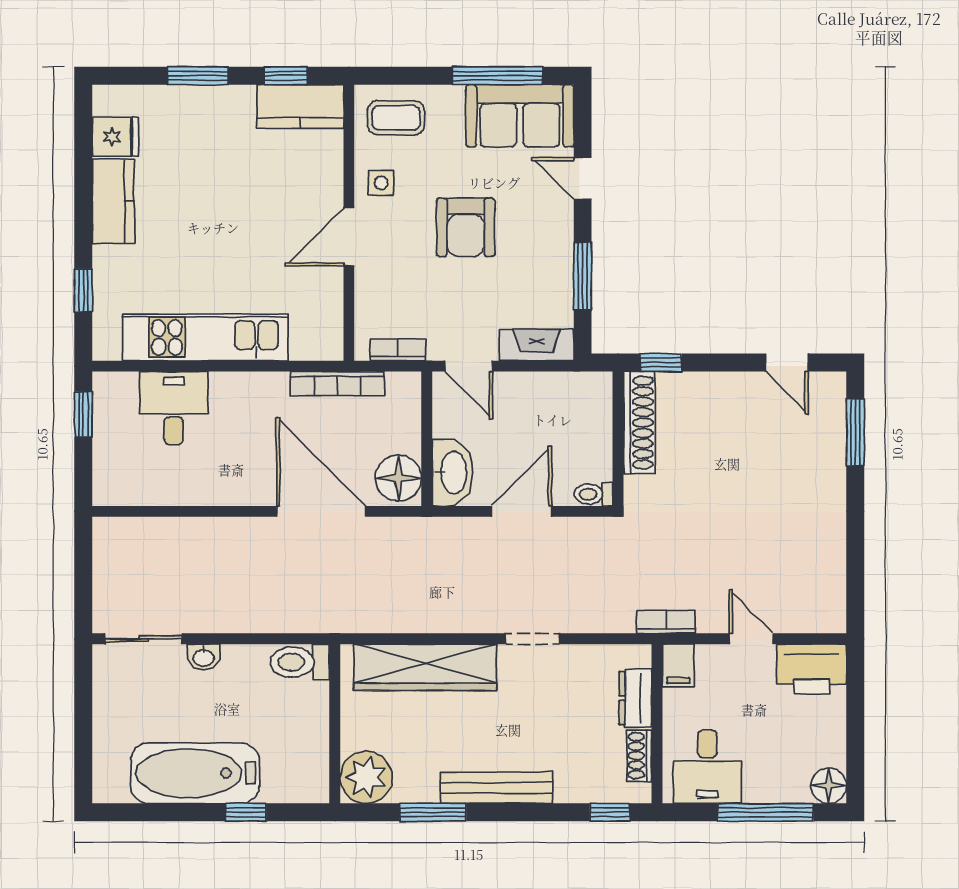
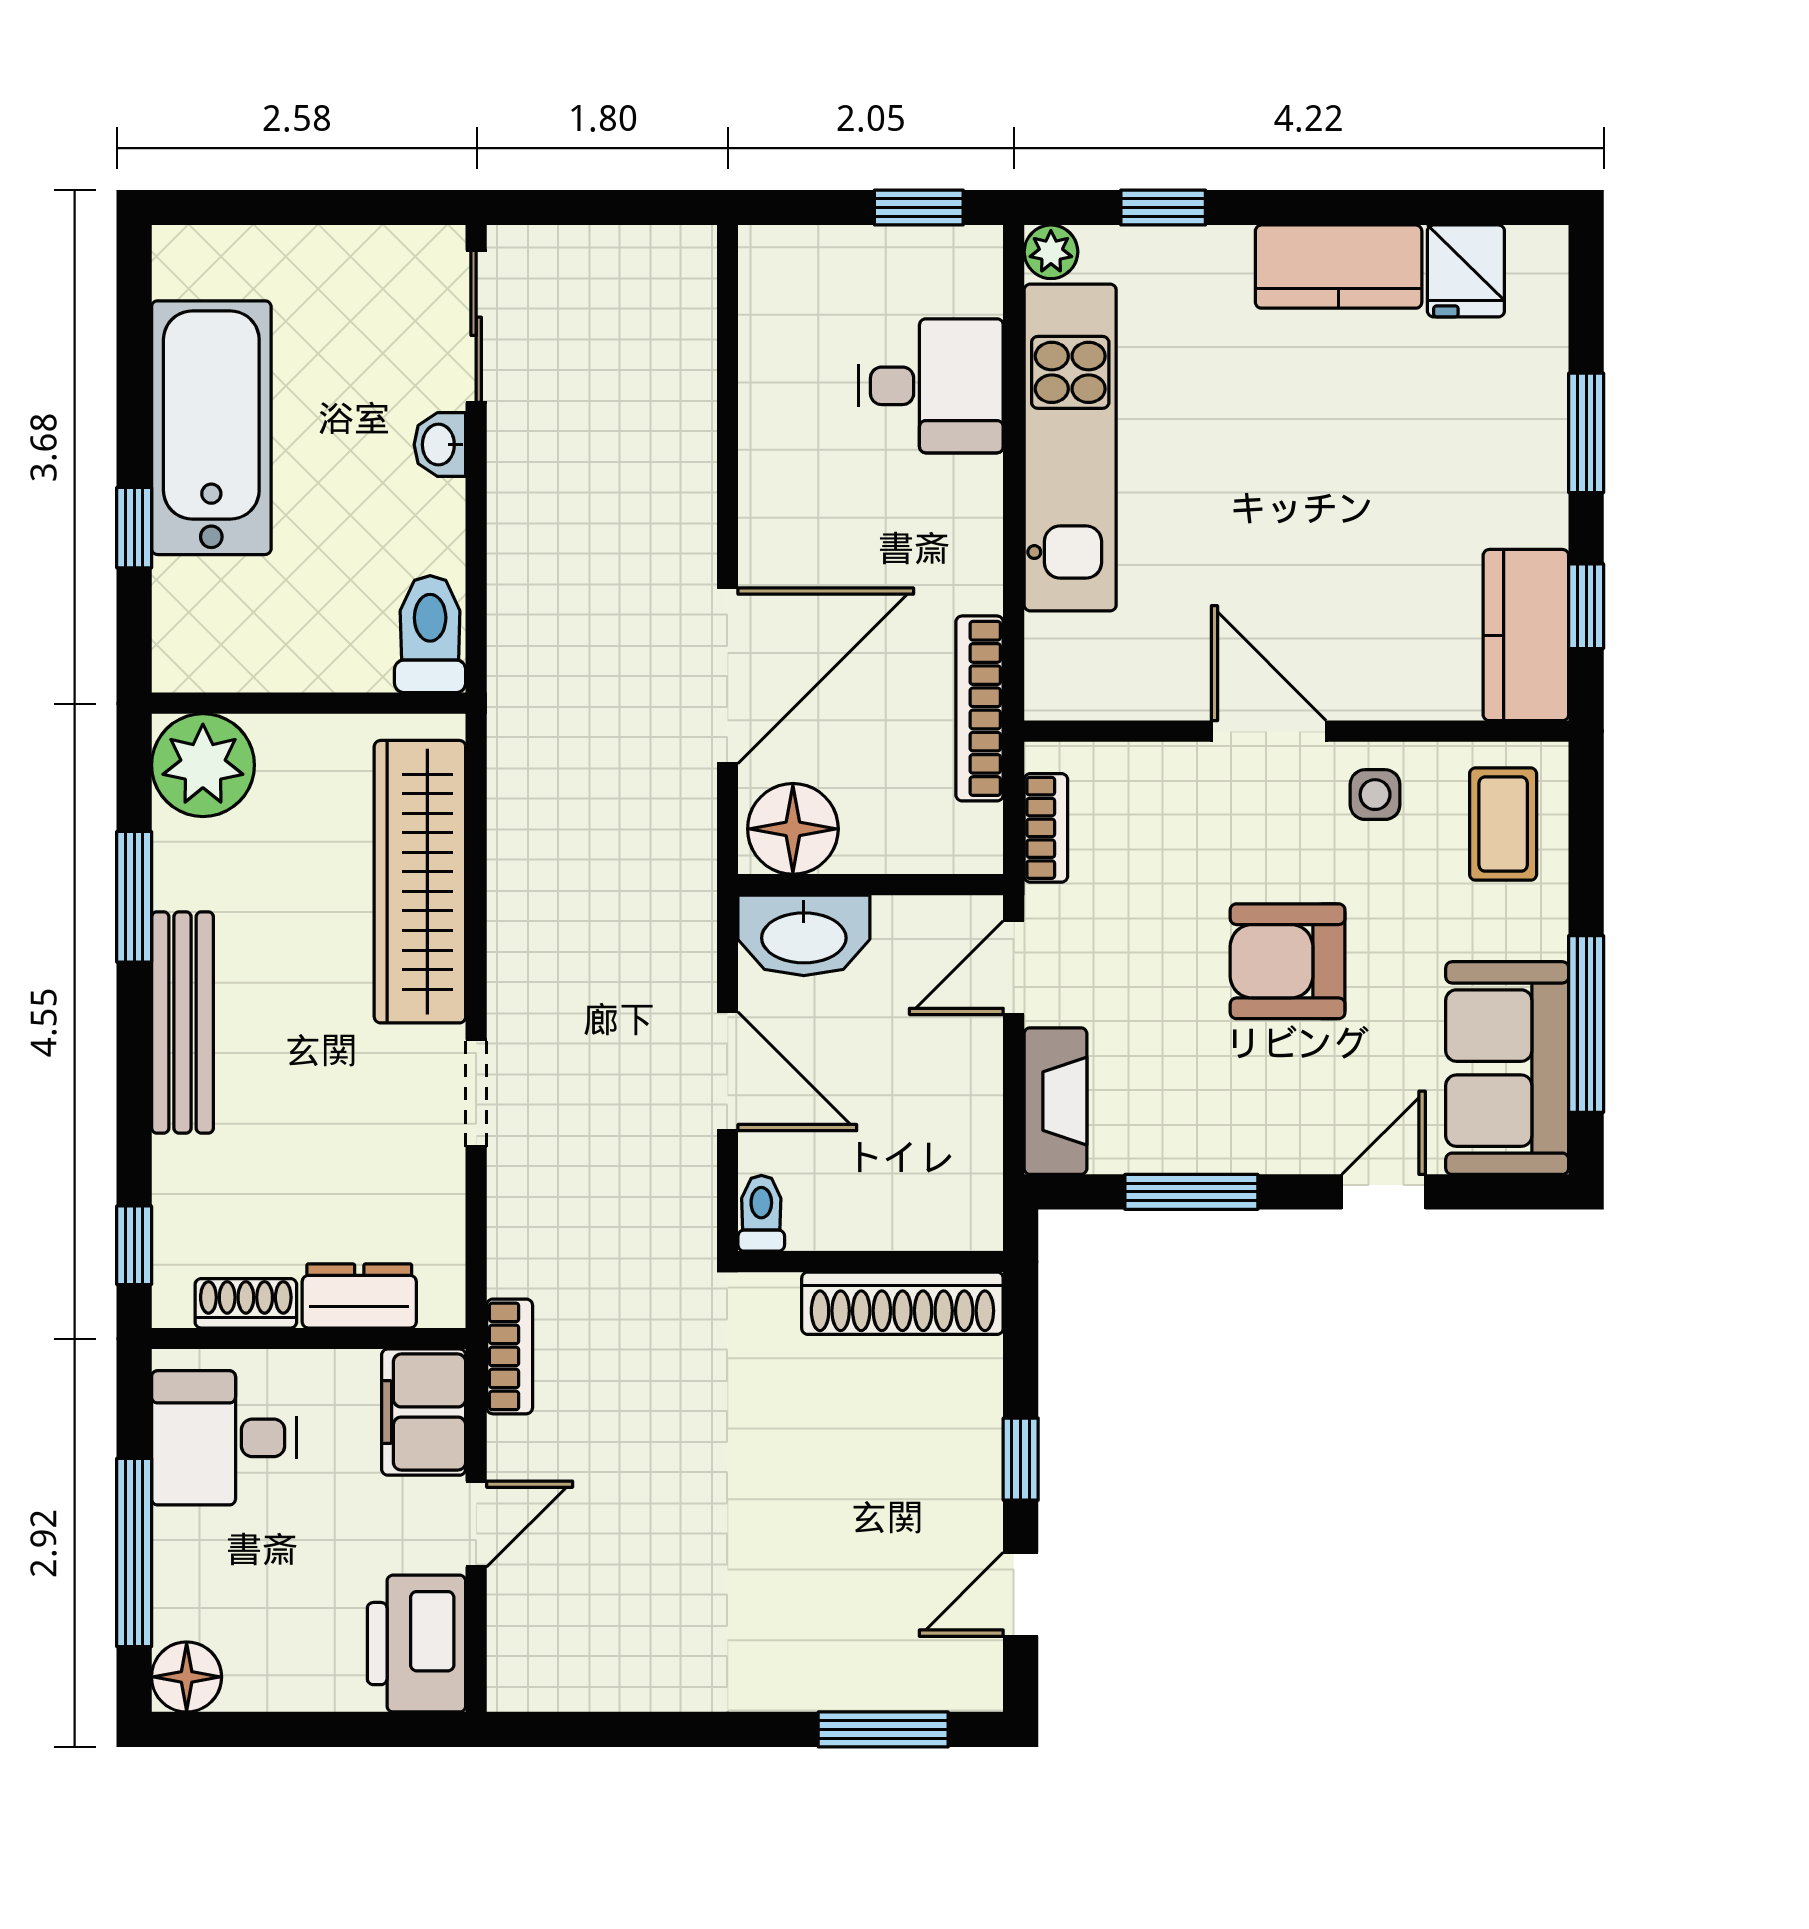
plant: (106, 347) -> (1051, 252), added
window: (661, 363) -> (1021, 1459), moved
filing cabinet: (678, 665) -> (424, 1412), width x2.00

